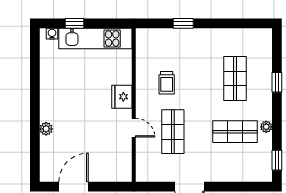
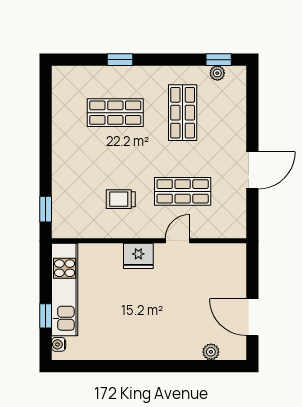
window: (183, 23) -> (46, 209), moved
trolley: (167, 83) -> (121, 199), turned 180
plant: (266, 127) -> (217, 73), moved
plant: (46, 129) -> (211, 352), moved

